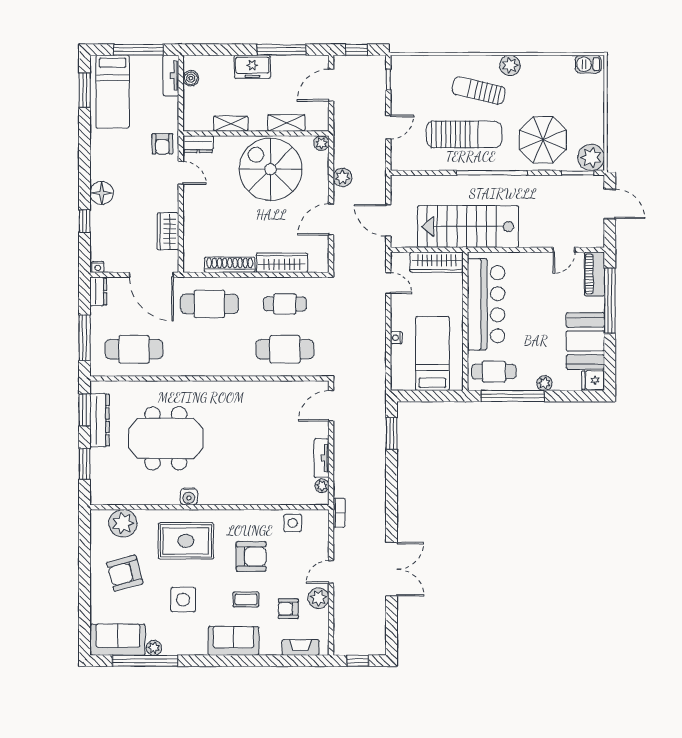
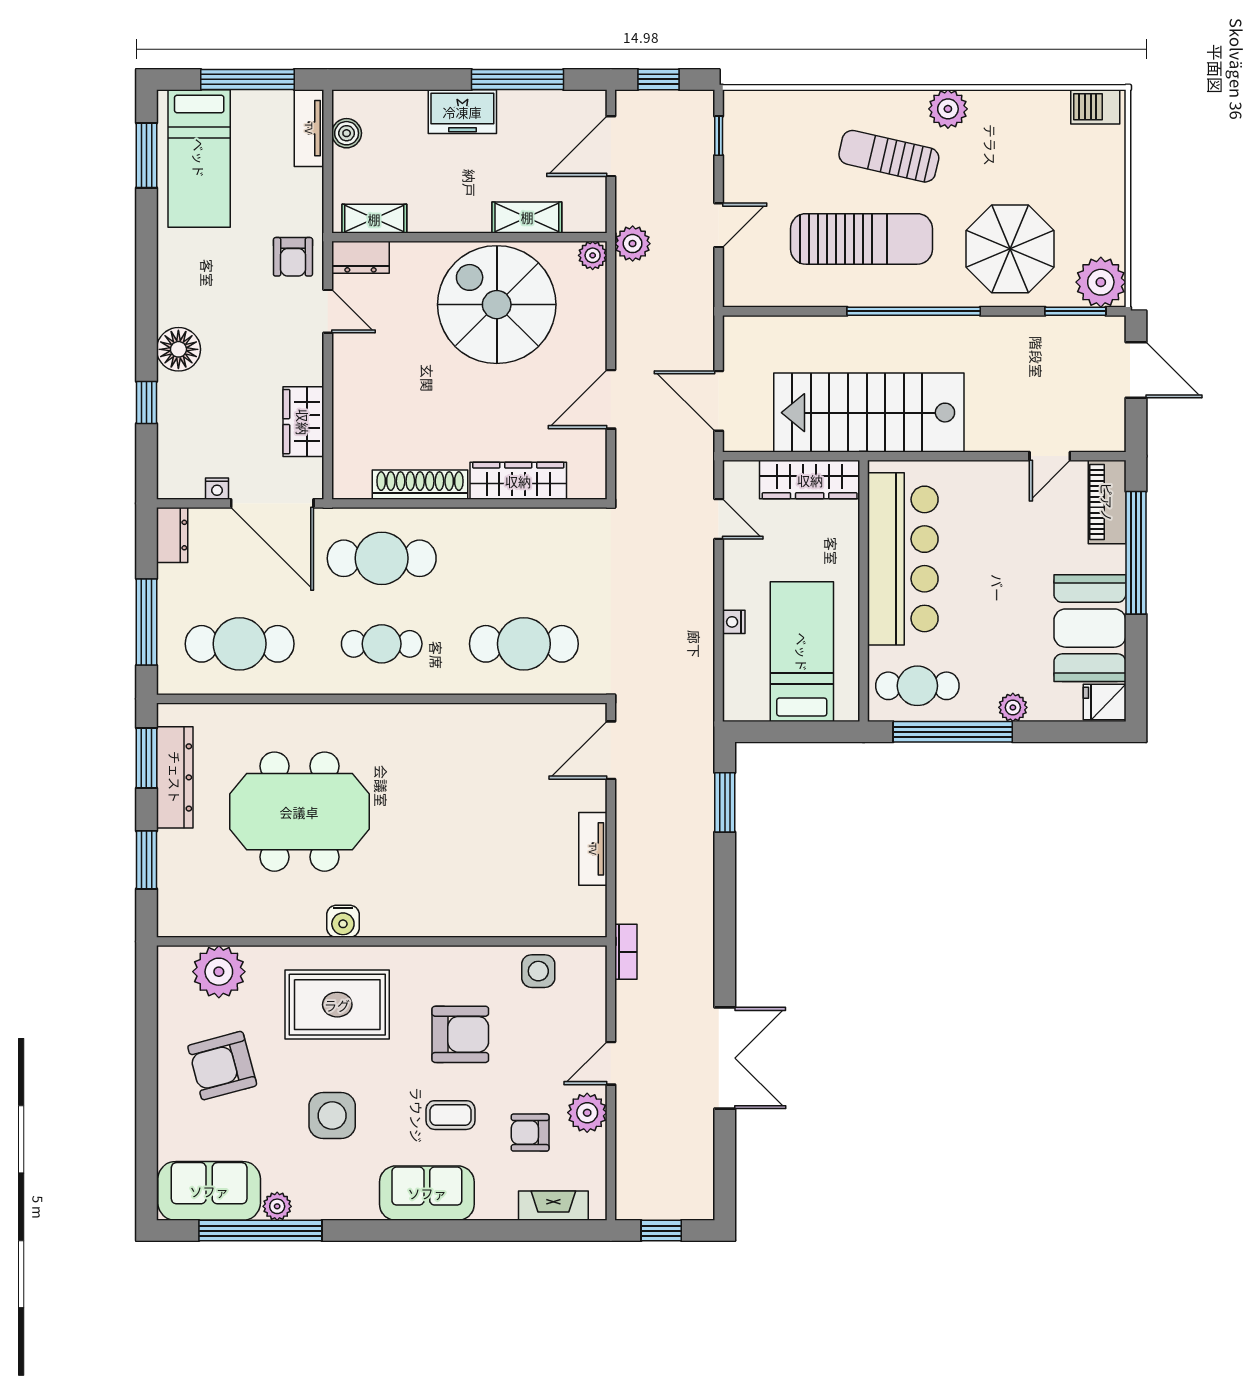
shelving: (231, 124) -> (374, 219), moved
plant: (343, 177) -> (633, 244), moved
nightstand: (98, 267) -> (217, 489), moved
cafe table: (285, 304) -> (382, 644), moved
plant: (322, 486) -> (594, 901), removed

